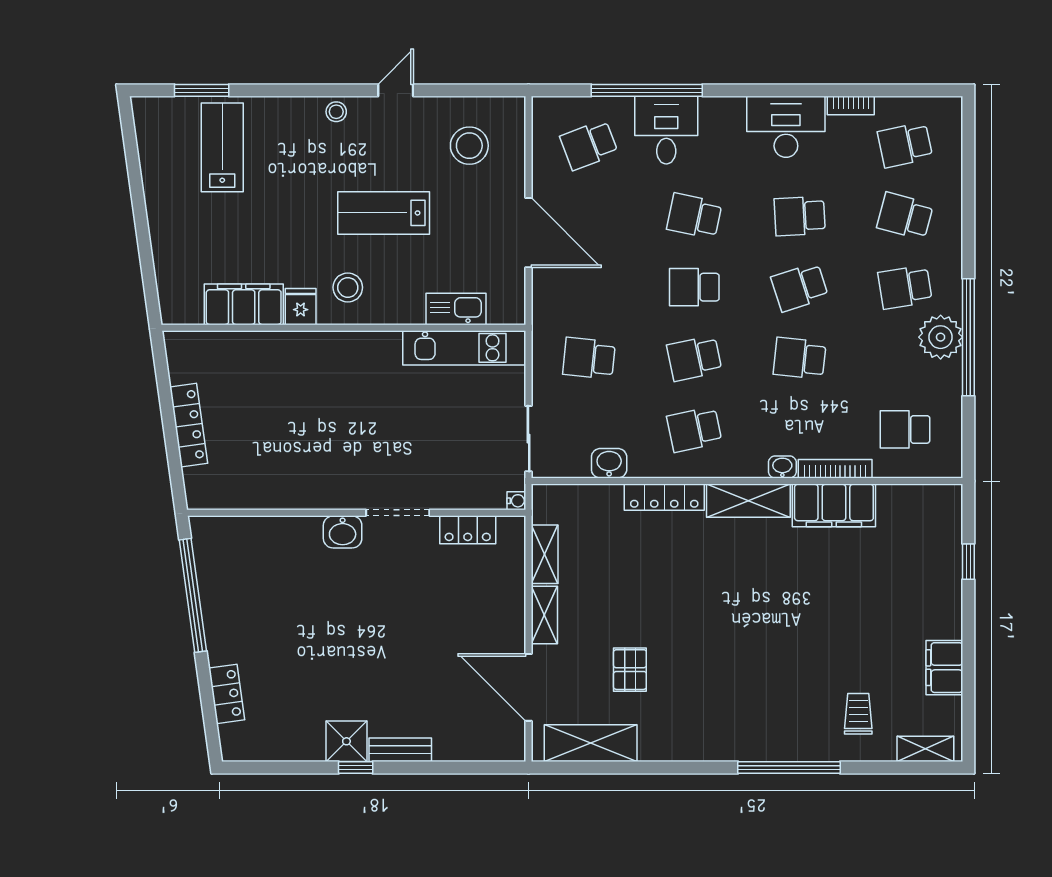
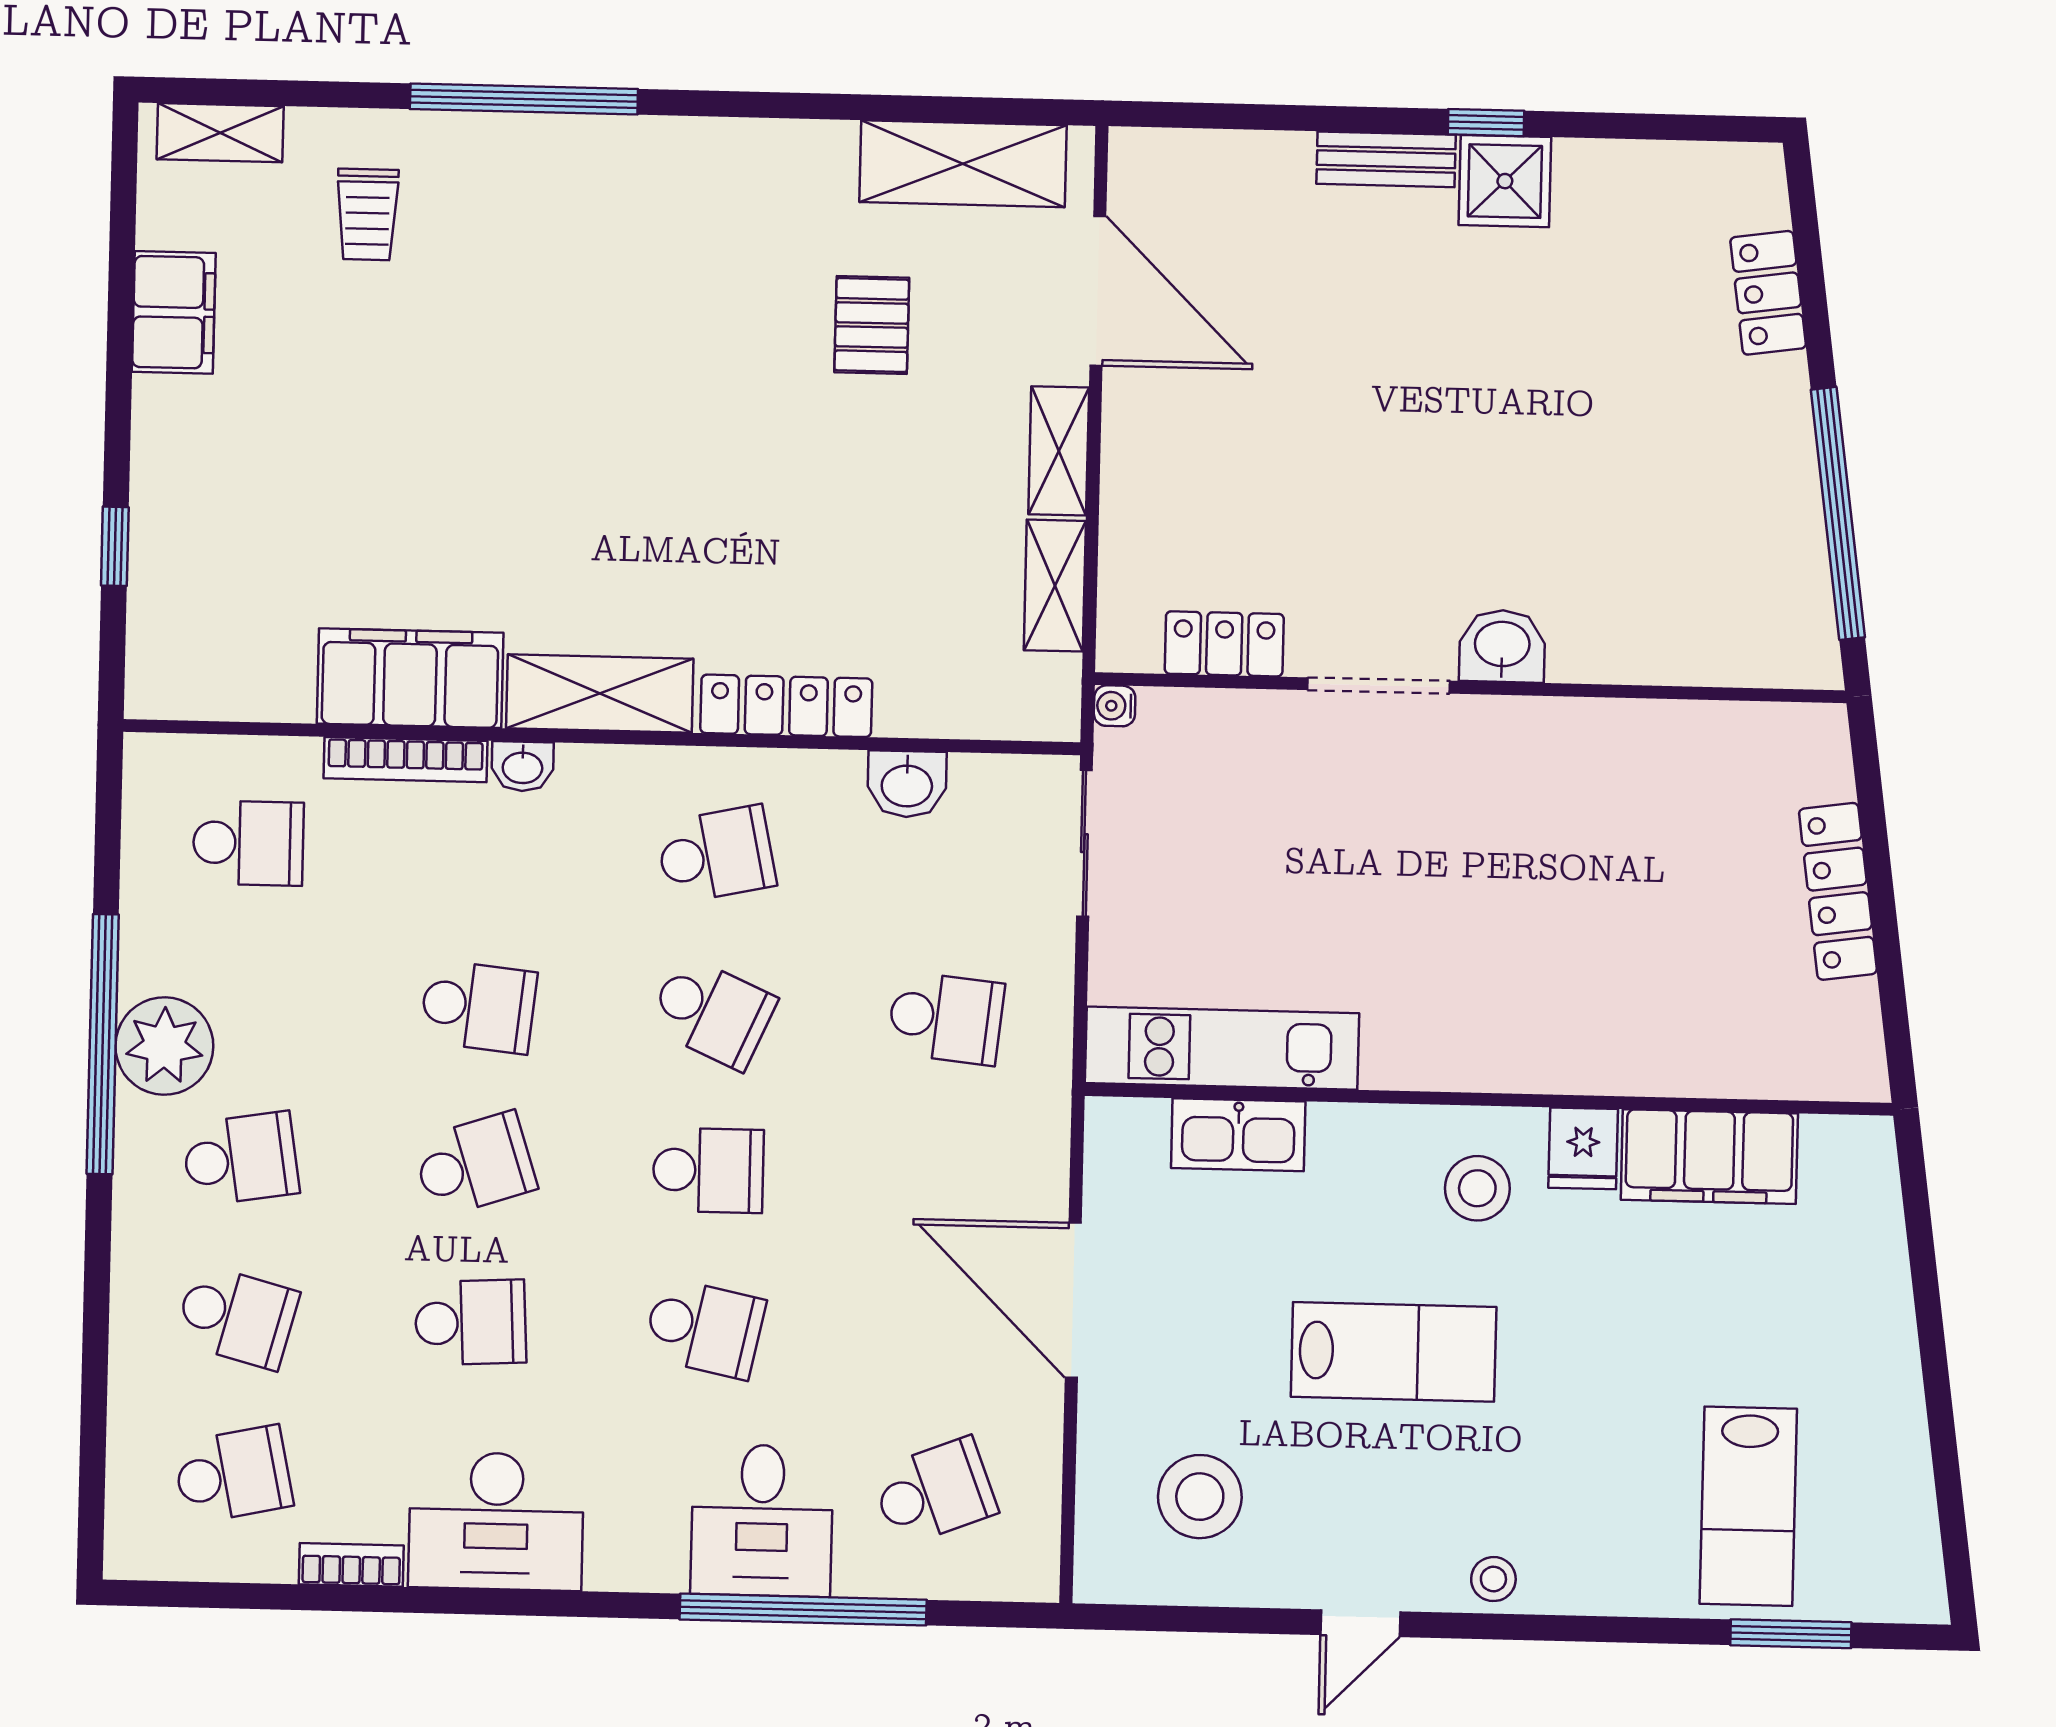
school desk: (694, 358) -> (712, 1012), turned 36

